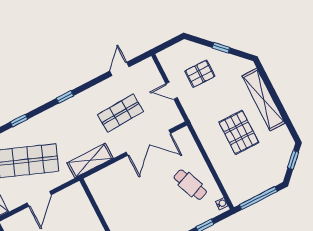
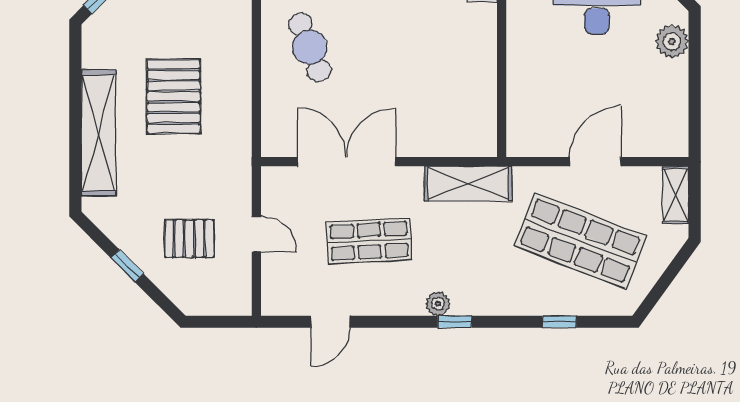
plant: (76, 101) -> (438, 304), added

